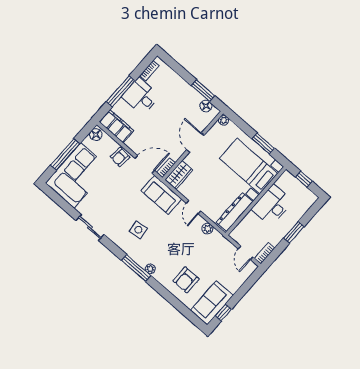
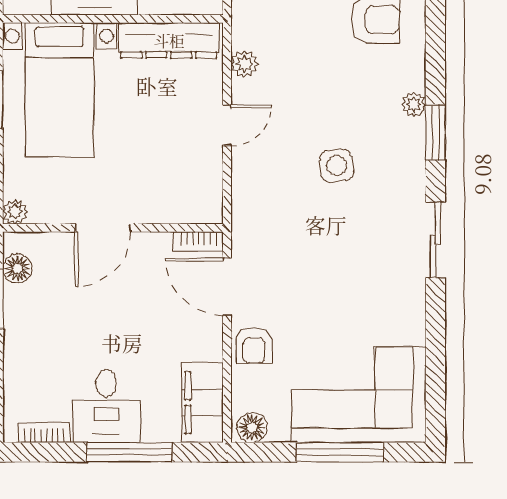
armchair: (120, 157) -> (254, 346), turned 84
wardrobe: (179, 175) -> (191, 205), removed
sofa: (161, 195) -> (257, 206), removed
sliding door: (90, 227) -> (435, 240), moved
side table: (138, 230) -> (336, 166), moved
window: (136, 268) -> (435, 132), width x0.69

